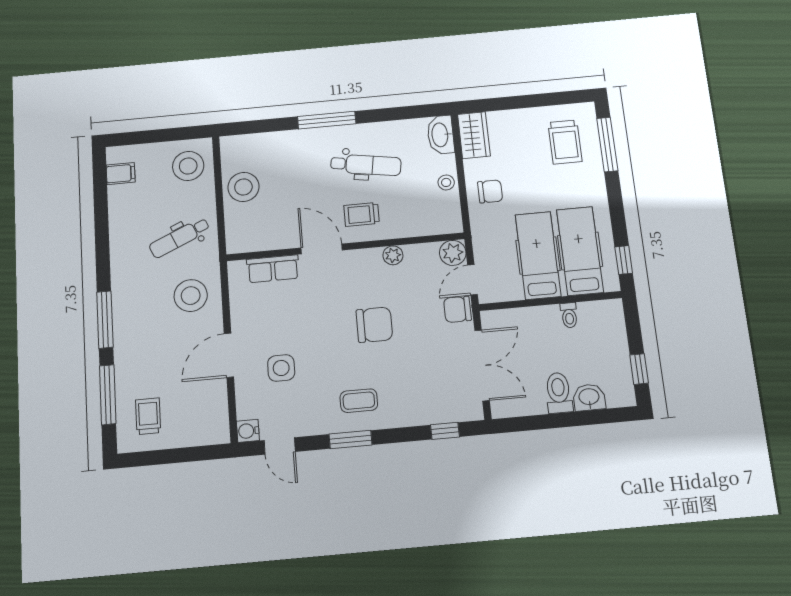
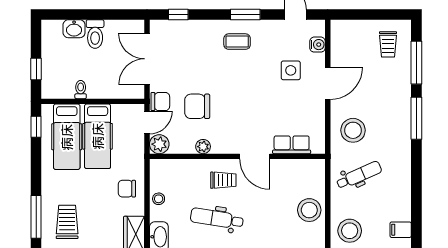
chair: (374, 325) -> (197, 106), moved
window: (639, 369) -> (36, 69), moved
water cooler: (248, 431) -> (317, 45), moved

